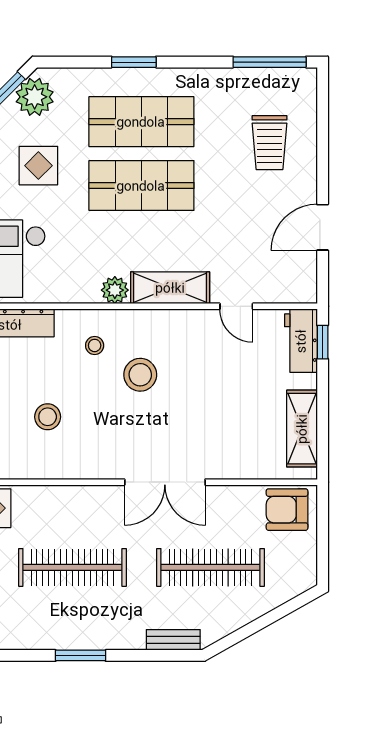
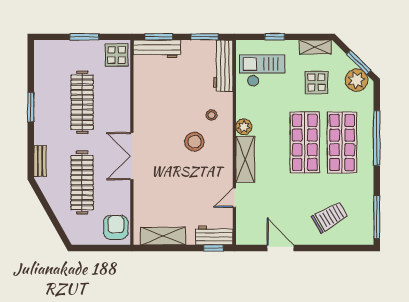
window: (134, 62) -> (377, 138), width x2.11
trolley: (269, 143) -> (330, 217), turned 150
stool: (48, 417) -> (170, 88), removed

